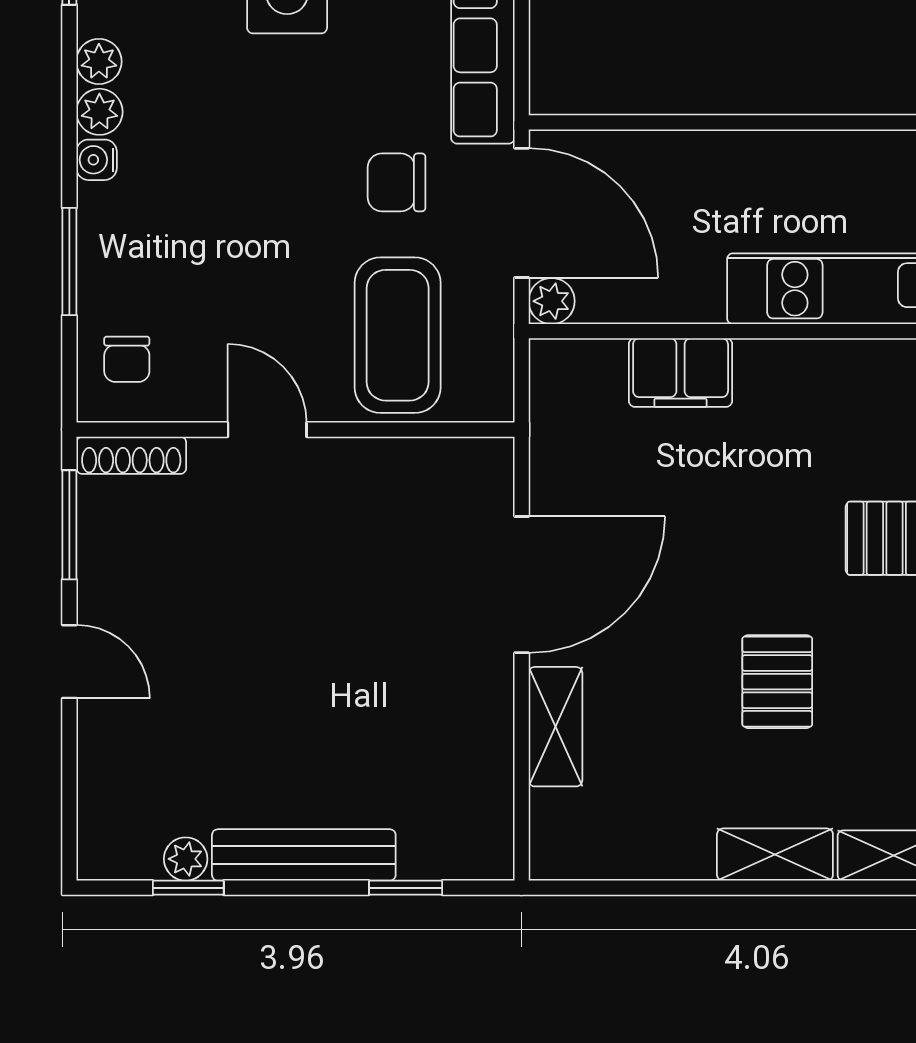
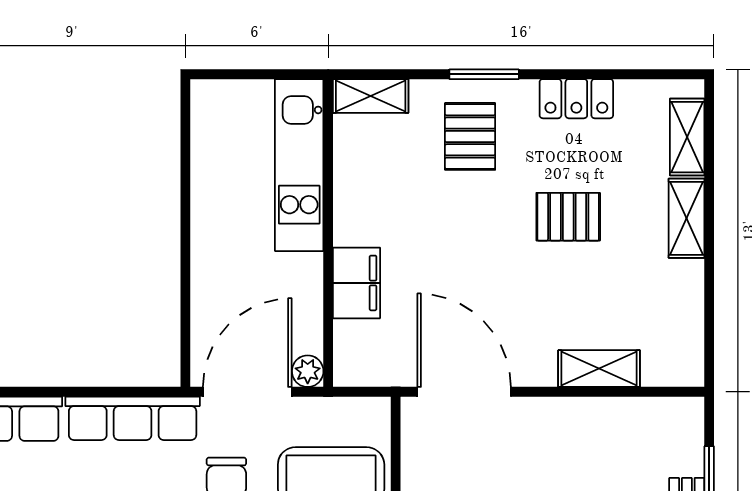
door: (522, 585) -> (464, 392), moved

